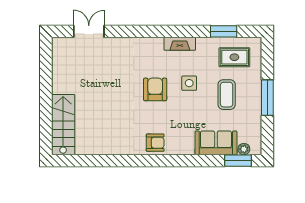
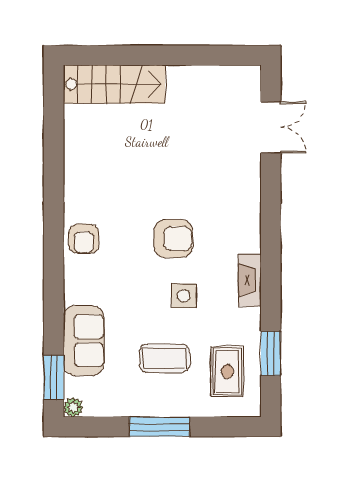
plant: (244, 149) -> (73, 407), moved

